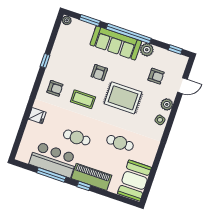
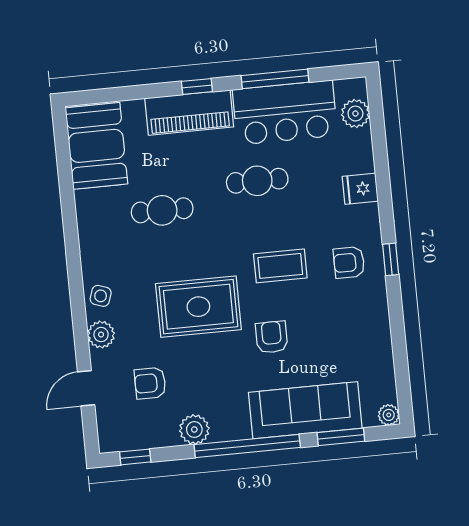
sofa: (116, 43) -> (305, 410), moved
window: (45, 61) -> (391, 259), moved
plant: (25, 146) -> (355, 114), added

